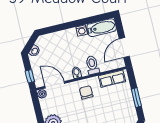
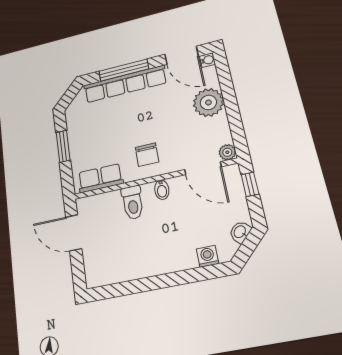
bathtub: (102, 28) -> (110, 272), removed
washing machine: (82, 30) -> (208, 256), moved
door: (124, 48) -> (74, 233), swing flipped

